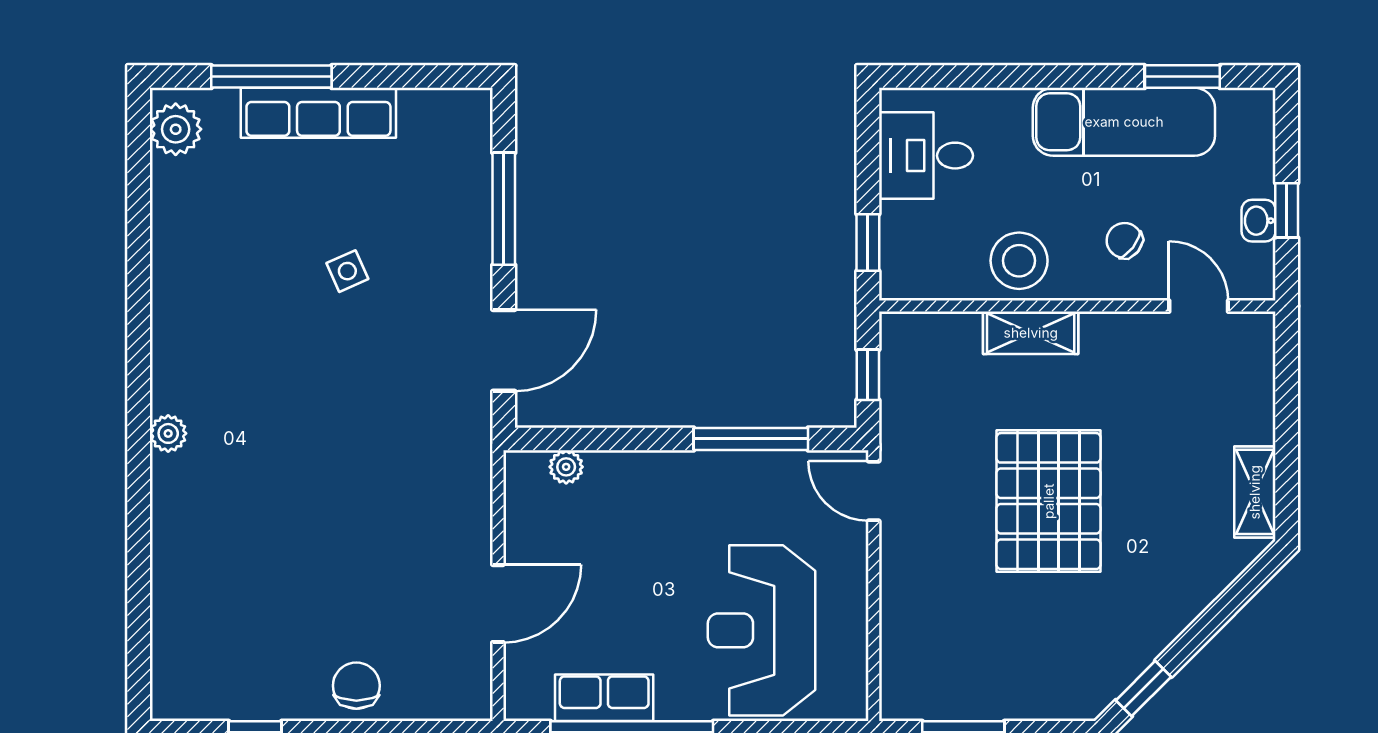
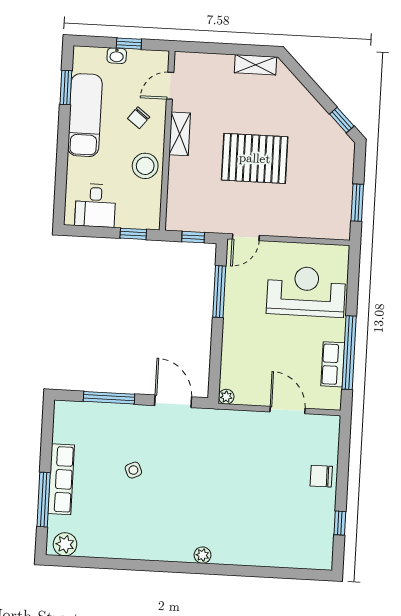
washbasin: (1259, 221) -> (117, 56), moved
shelving: (1031, 333) -> (180, 134), moved
plant: (566, 467) -> (226, 397), moved
reception desk: (762, 630) -> (306, 291), turned 180

